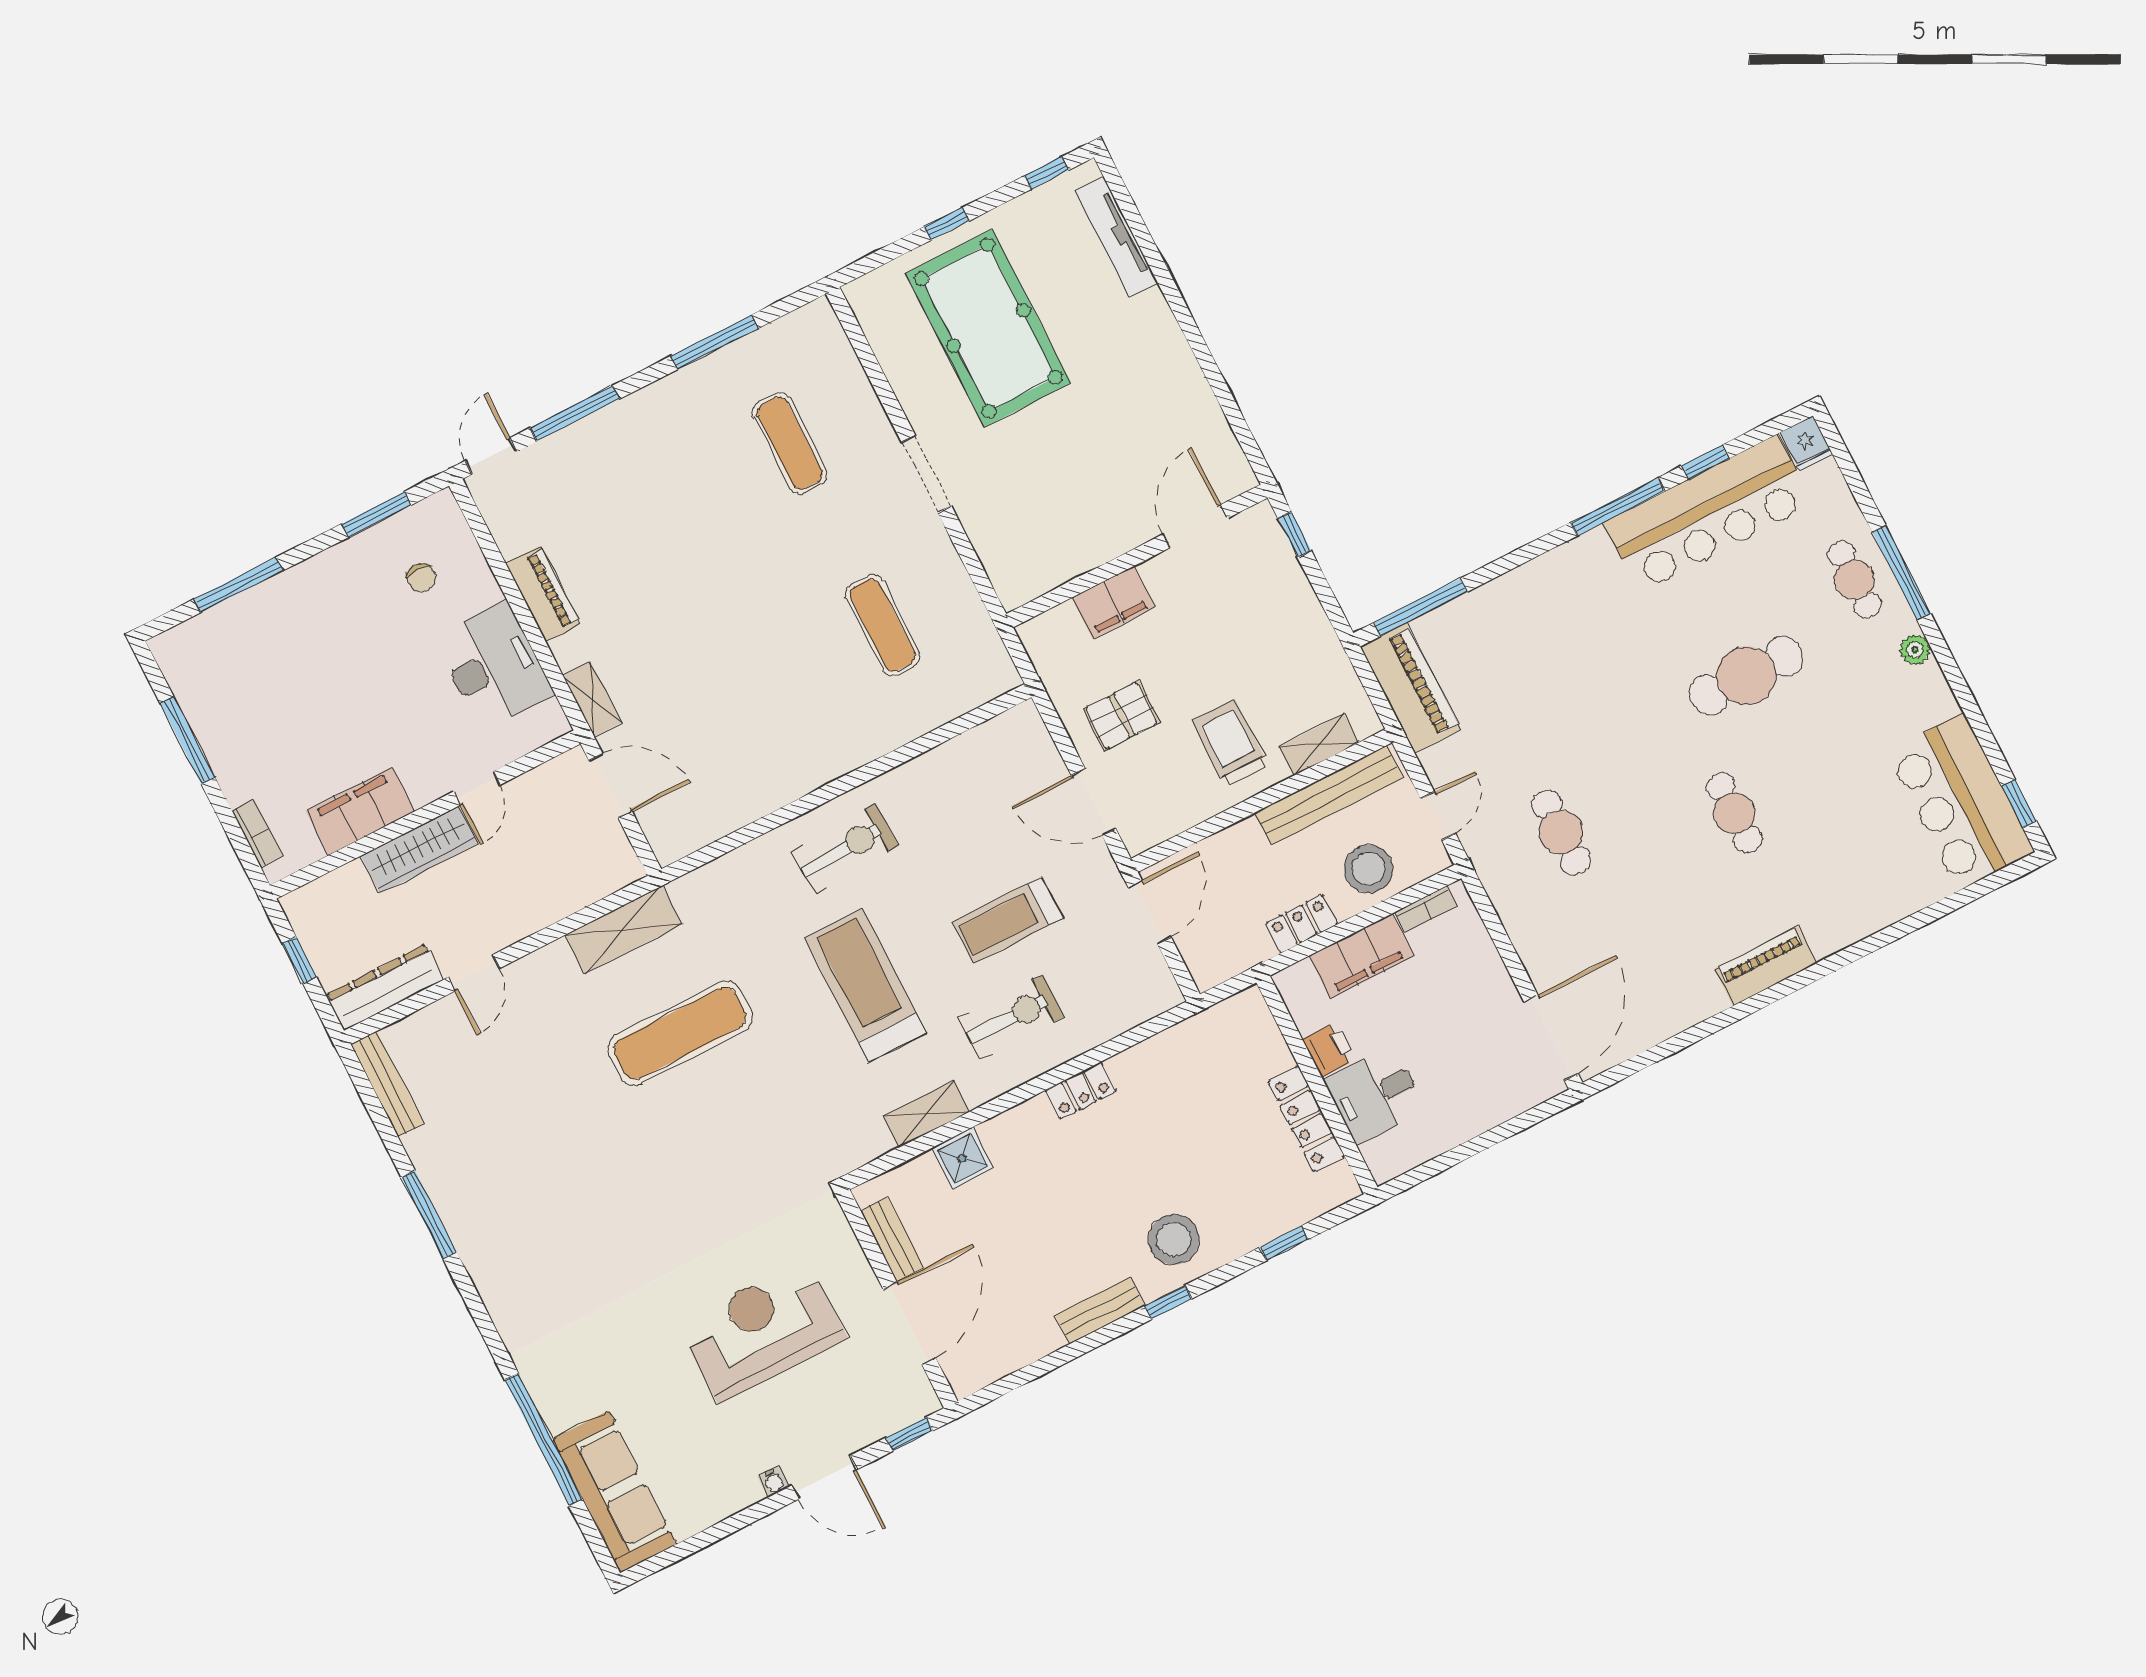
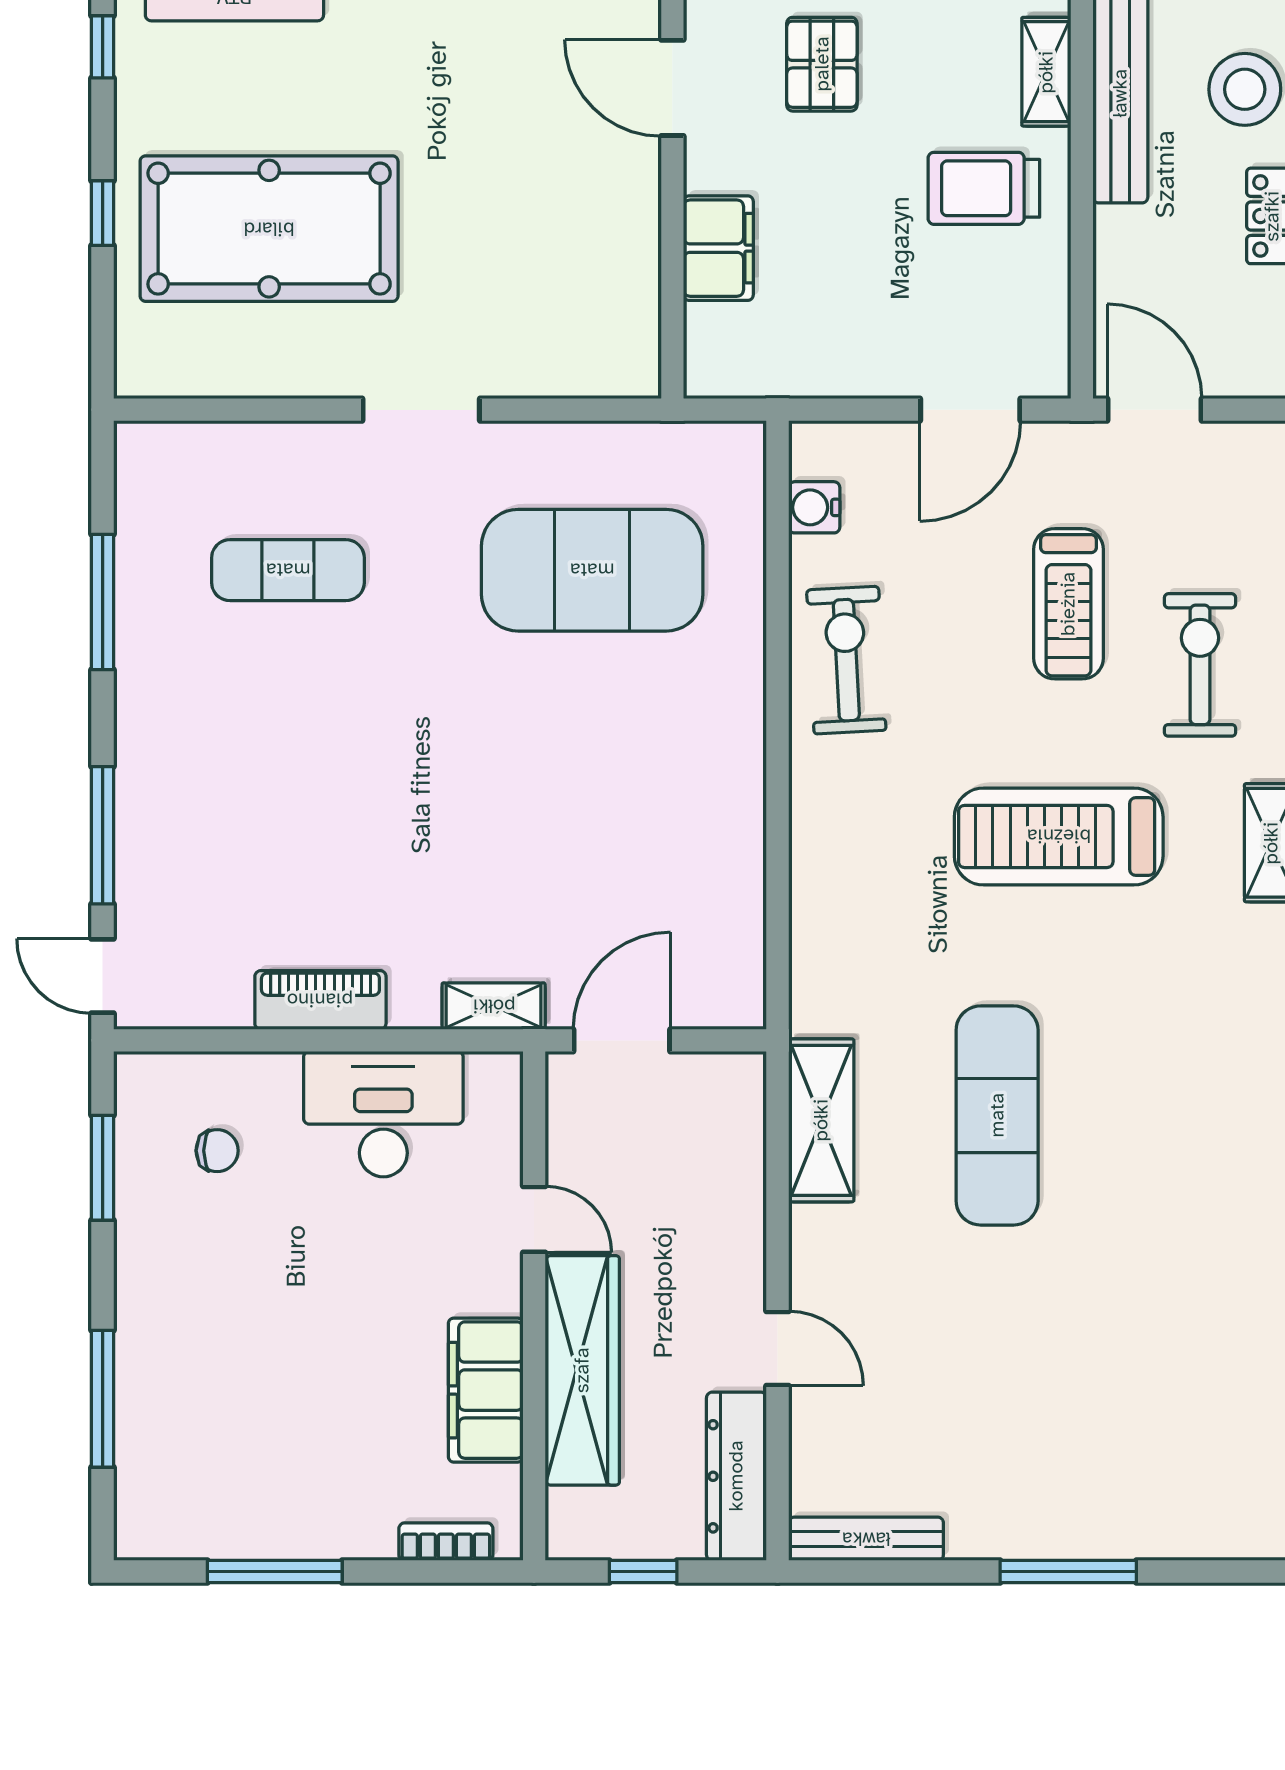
exercise mat: (883, 625) -> (592, 570), width x2.00, depth x1.45
pallet: (1121, 716) -> (822, 64), moved
water cooler: (988, 739) -> (814, 507), added
exercise bike: (845, 849) -> (846, 660), moved
wardrobe: (419, 850) -> (582, 1370), width x1.40, depth x1.17

